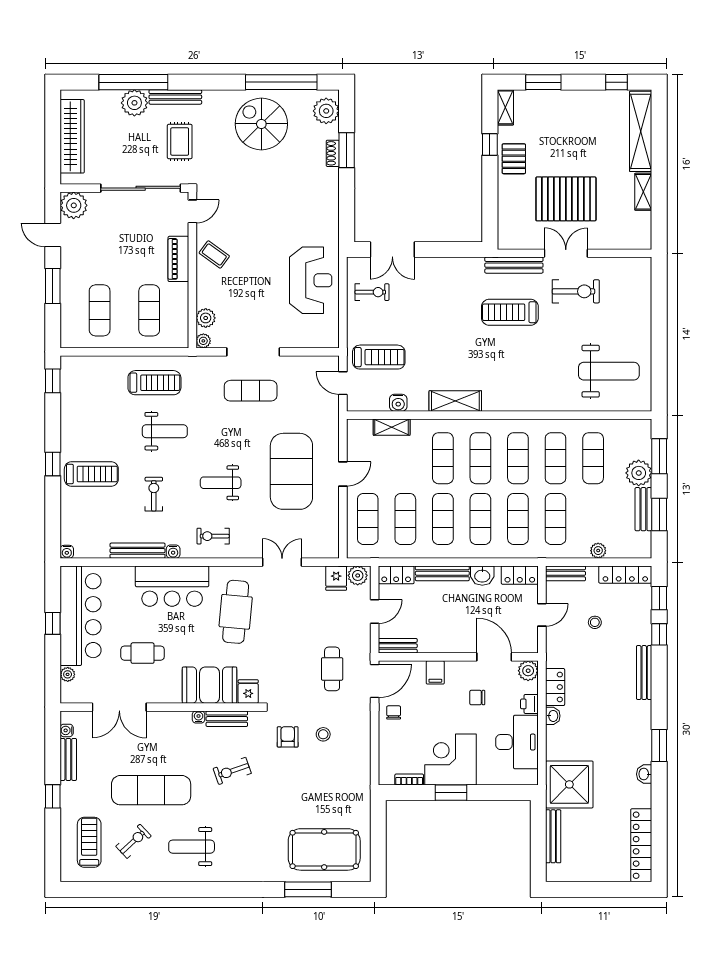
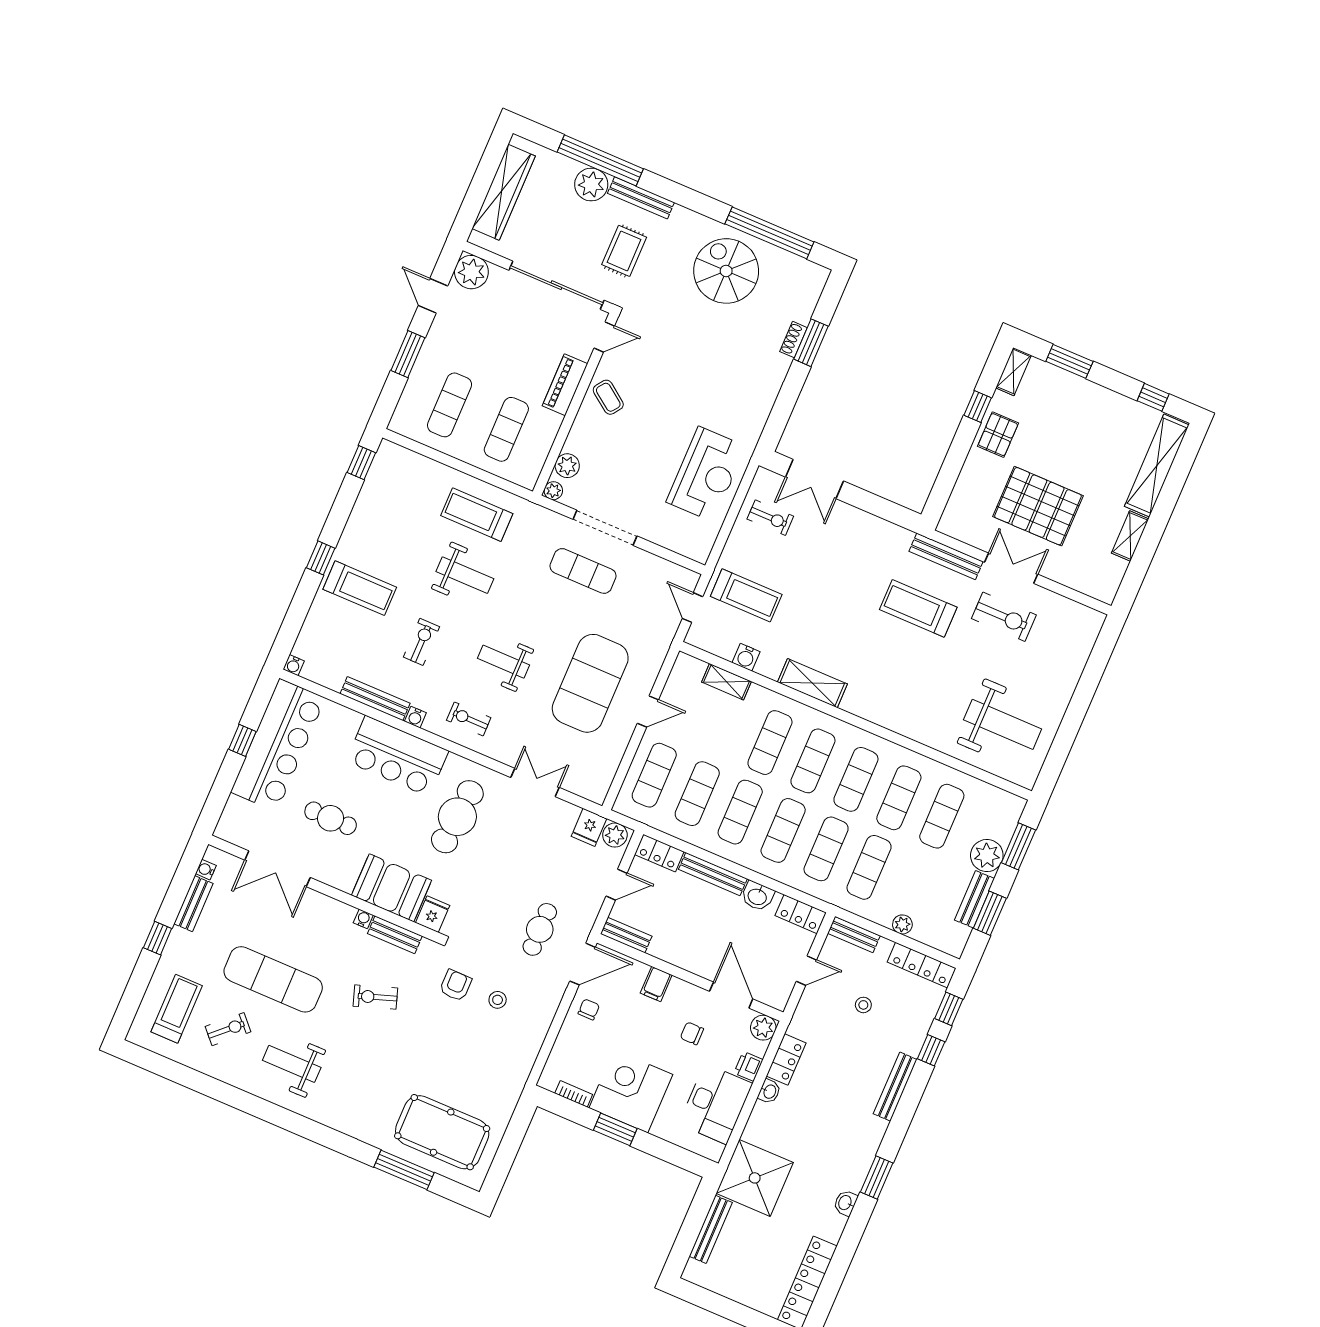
plant: (326, 111) -> (807, 288), removed
treadmill: (154, 383) -> (477, 515), turned 180
plant: (68, 674) -> (234, 806), removed

